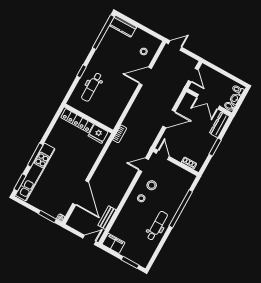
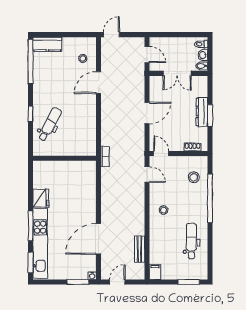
dental chair: (92, 87) -> (50, 124), turned -152
locker: (77, 121) -> (54, 167), removed
dresser: (219, 125) -> (202, 112), moved
fridge: (98, 134) -> (41, 198), moved, turned -90
door: (144, 165) -> (147, 175), swing flipped
stool: (152, 185) -> (194, 177), moved
door: (81, 193) -> (98, 239), swing flipped
dental chair: (157, 226) -> (191, 241), moved
door: (89, 240) -> (117, 282), moved
filing cabinet: (113, 243) -> (155, 272), width x0.50

